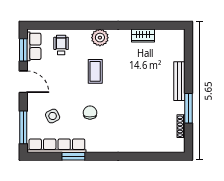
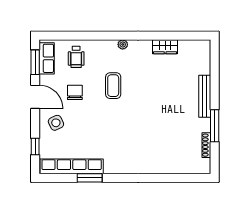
plant: (100, 38) -> (123, 44), width x0.53, depth x0.53
wheelchair: (61, 45) -> (76, 57), turned 180
chair: (90, 113) -> (75, 92), moved
side table: (53, 116) -> (56, 123), moved
window: (23, 127) -> (35, 146), width x0.46

